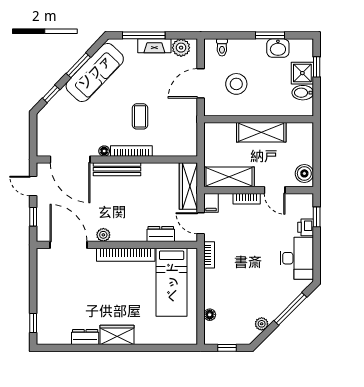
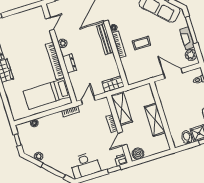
stool: (236, 84) -> (179, 95), removed
wardrobe: (188, 186) -> (113, 84), width x0.67
filing cabinet: (211, 203) -> (102, 103), removed
printer: (306, 227) -> (121, 160), moved
dresser: (161, 234) -> (69, 63), moved
door: (68, 245) -> (50, 24), width x0.53

